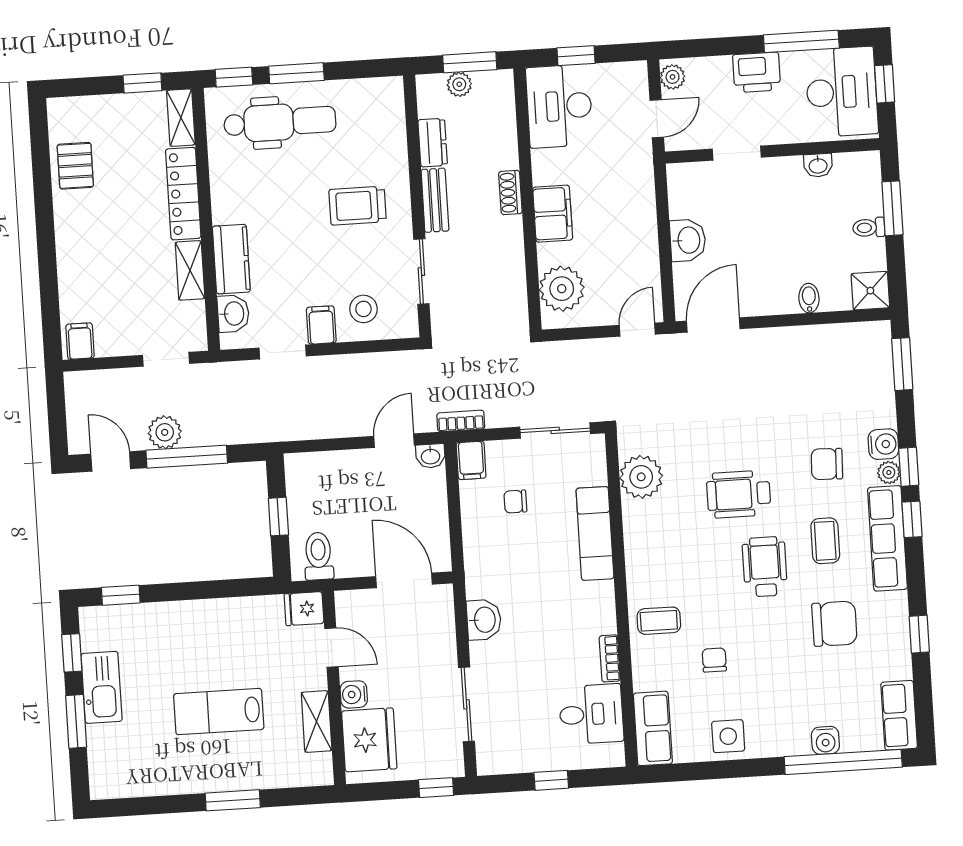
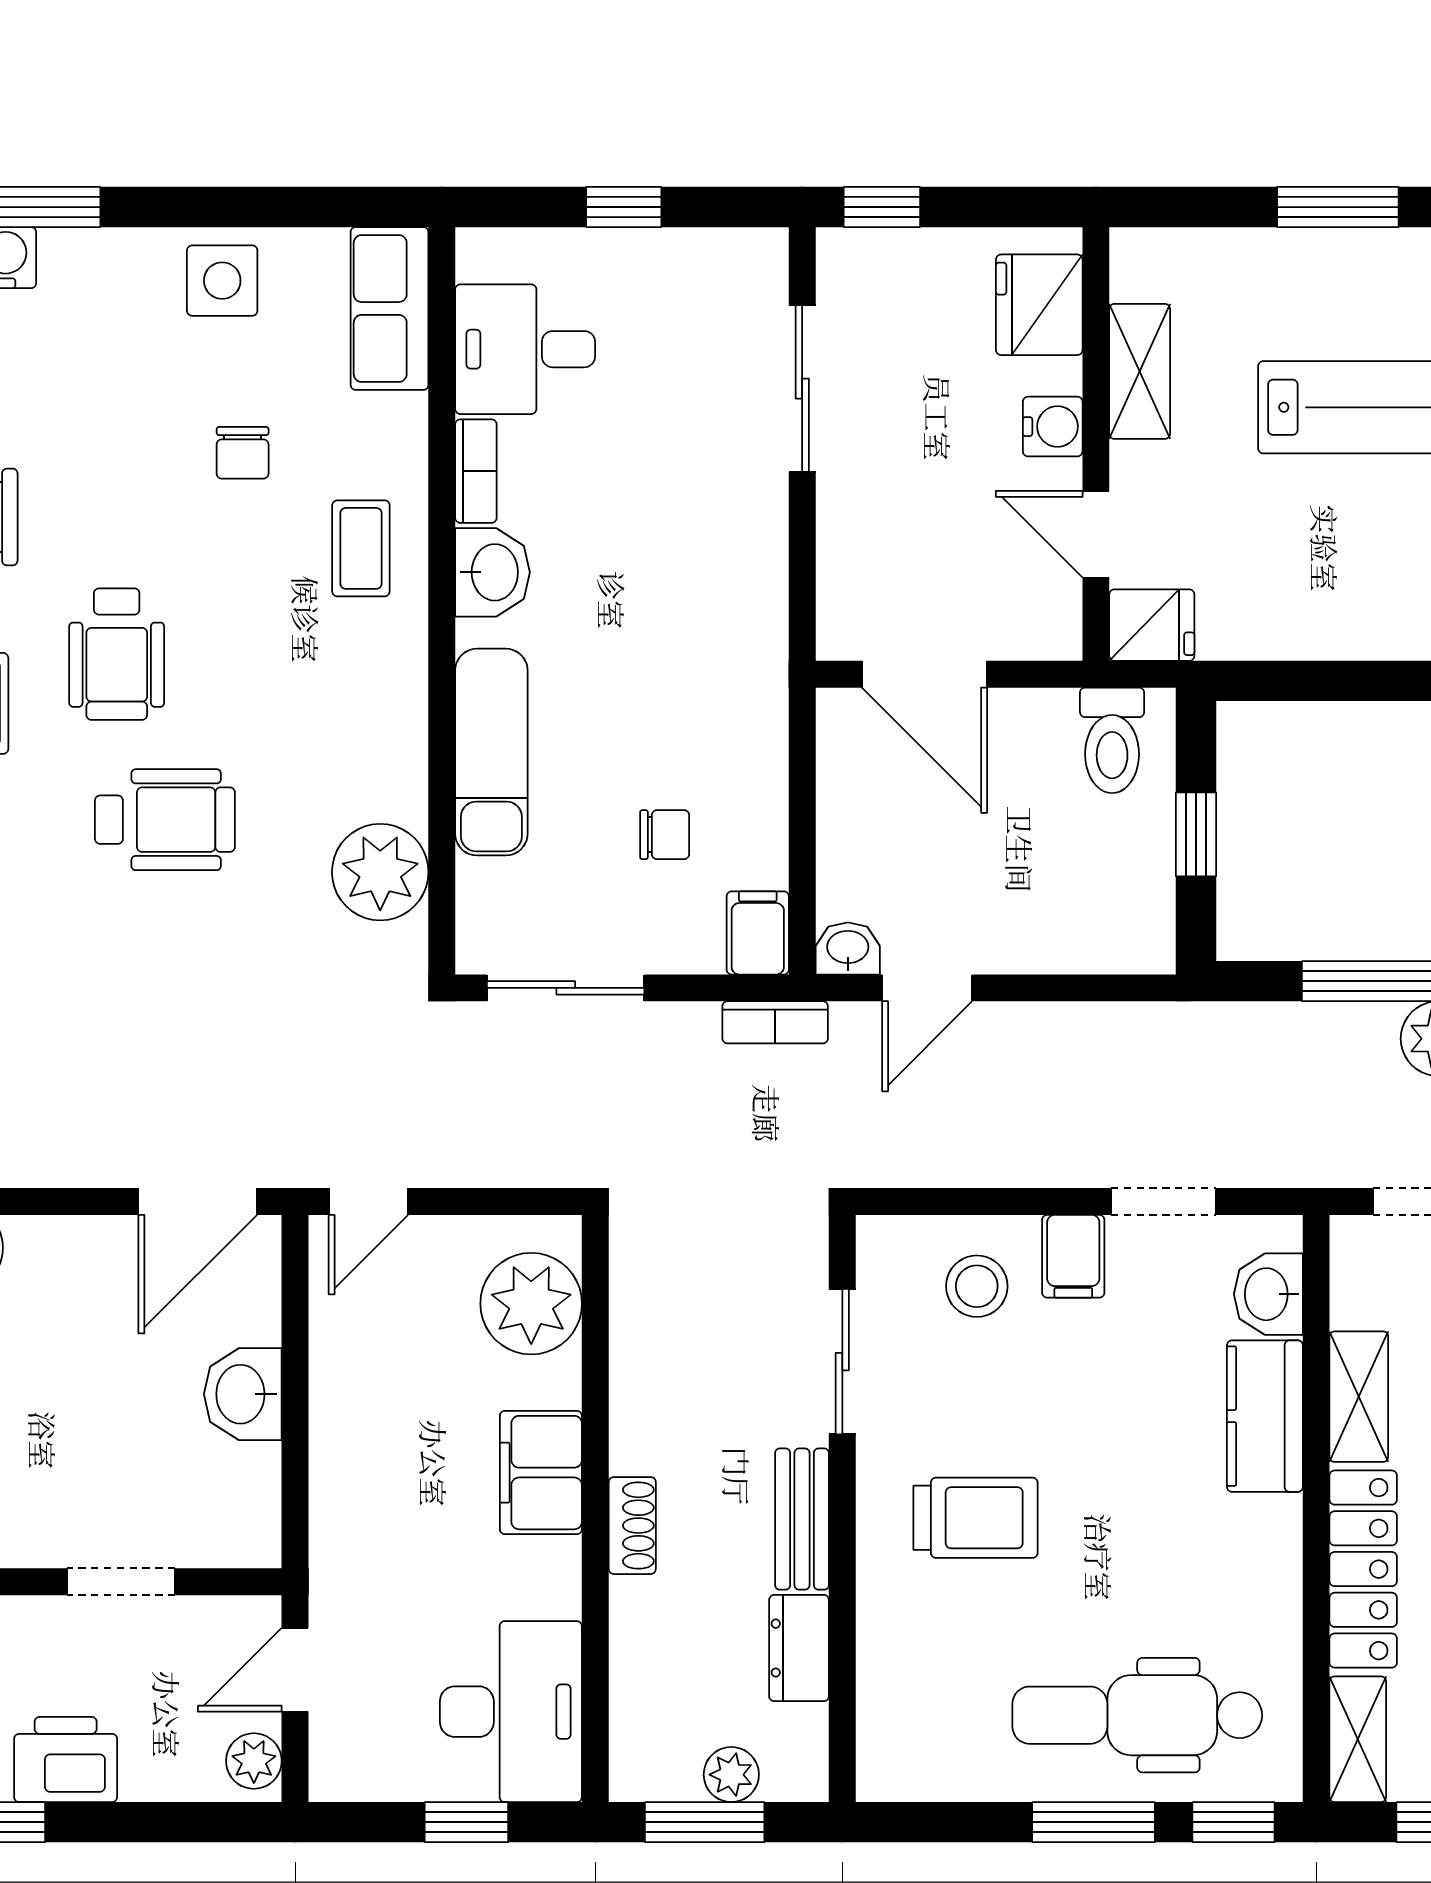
washbasin: (484, 620) -> (493, 572), moved, turned 180
coffee table: (659, 621) -> (361, 548), turned 90
fridge: (369, 740) -> (1039, 305), width x0.73, depth x0.75

